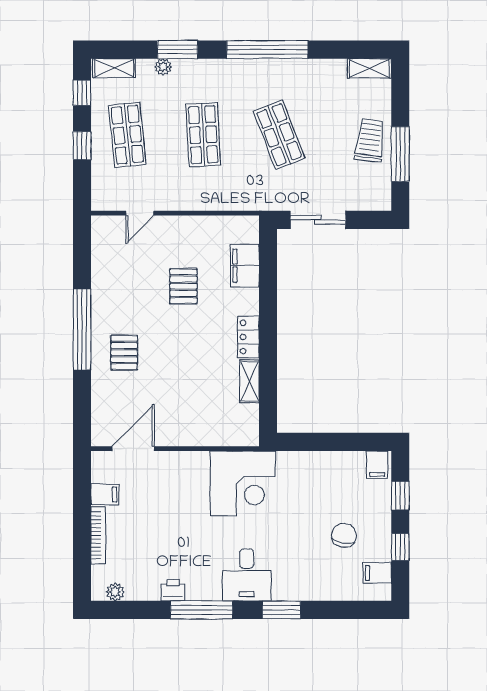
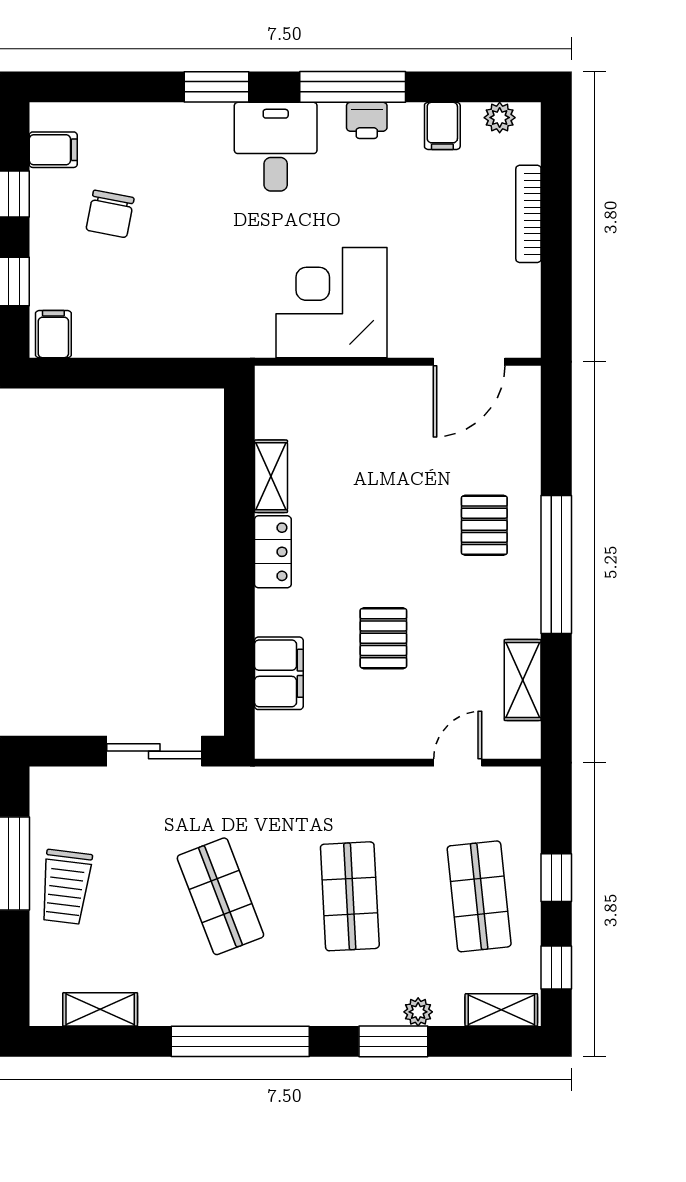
shelving: (369, 68) -> (100, 1009), moved
shelving: (102, 262) -> (523, 680), added
corner desk: (243, 483) -> (332, 303), moved
filing cabinet: (105, 494) -> (442, 126), moved, turned -90
printer: (173, 590) -> (367, 120), moved

